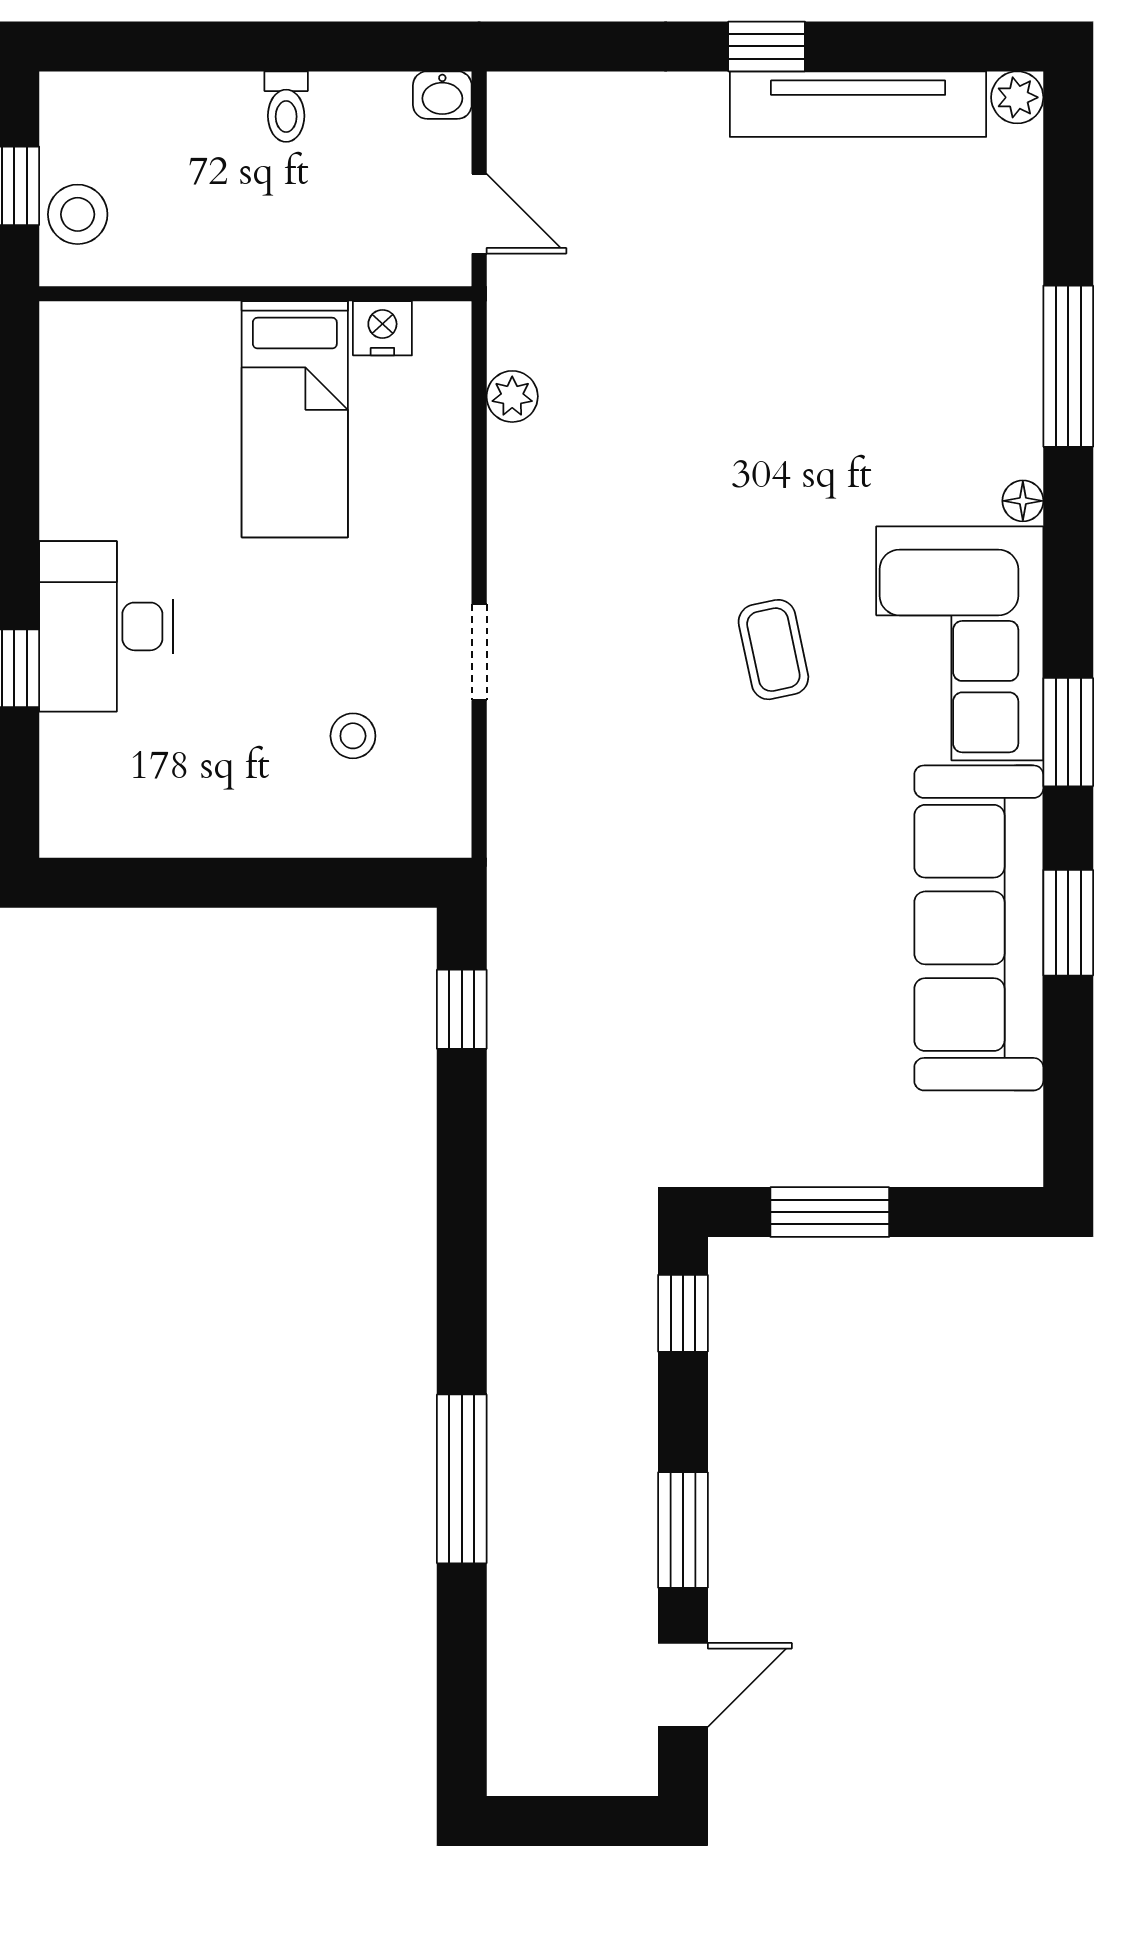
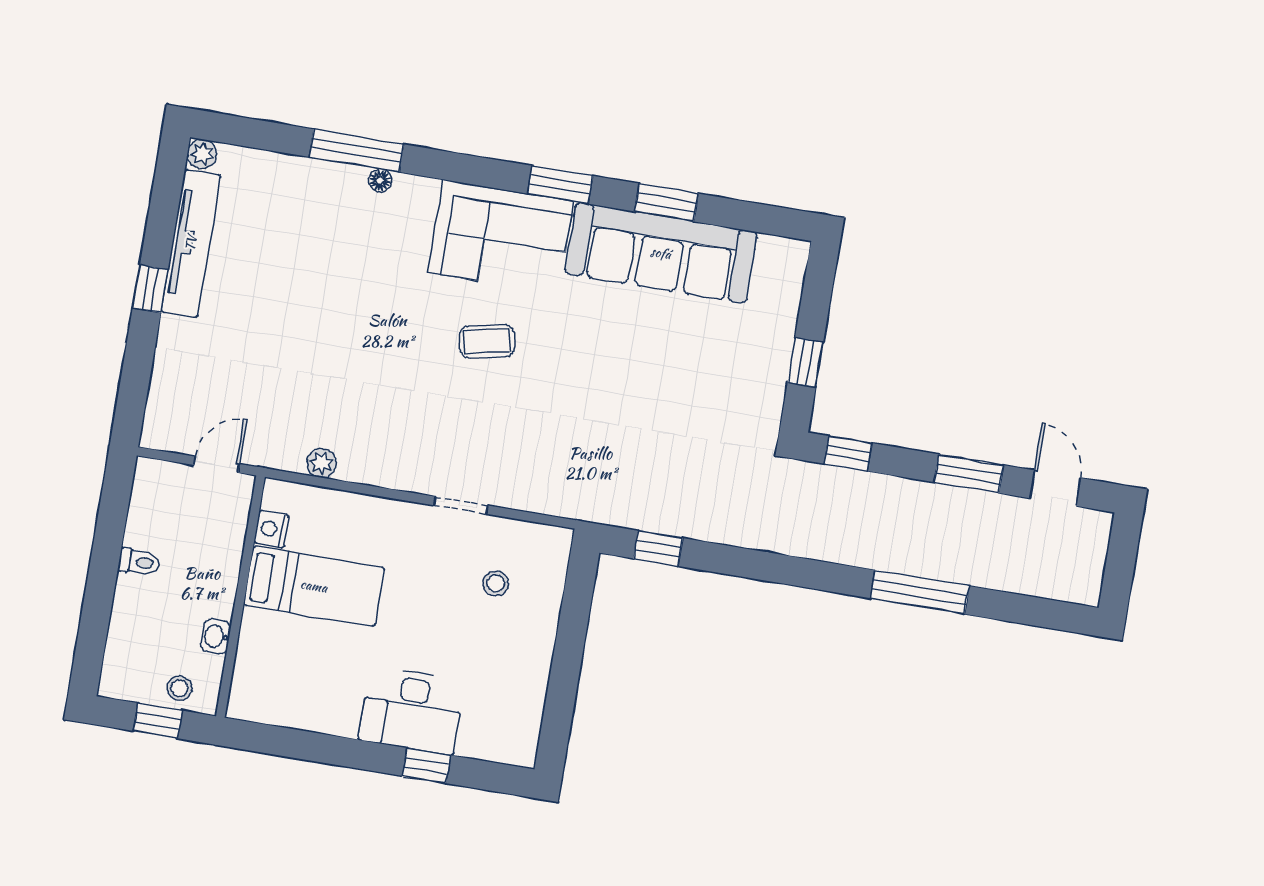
washbasin: (442, 95) -> (216, 636), moved, turned 180
stool: (78, 214) -> (180, 688), width x0.73, depth x0.73
floor lamp: (1023, 501) -> (380, 181), moved
window: (830, 1212) -> (805, 362), width x0.67

